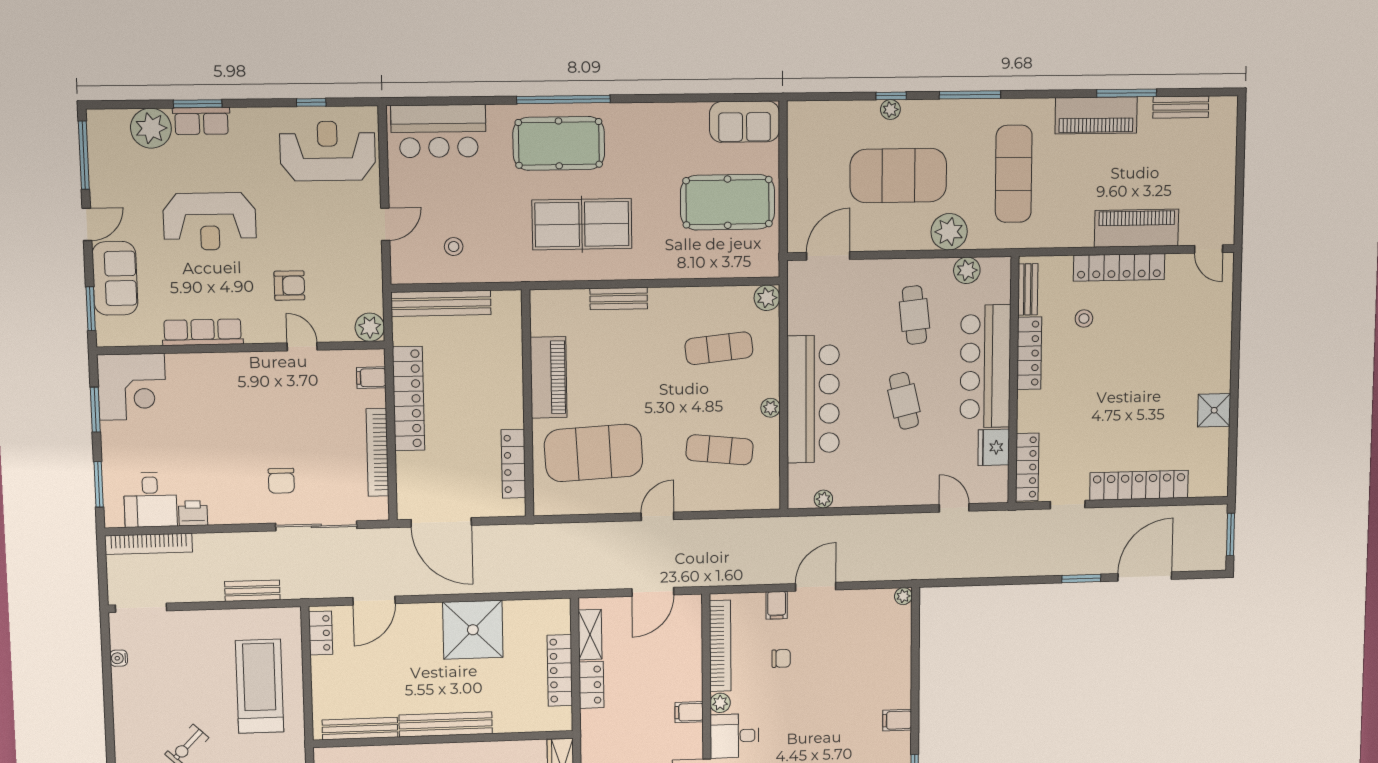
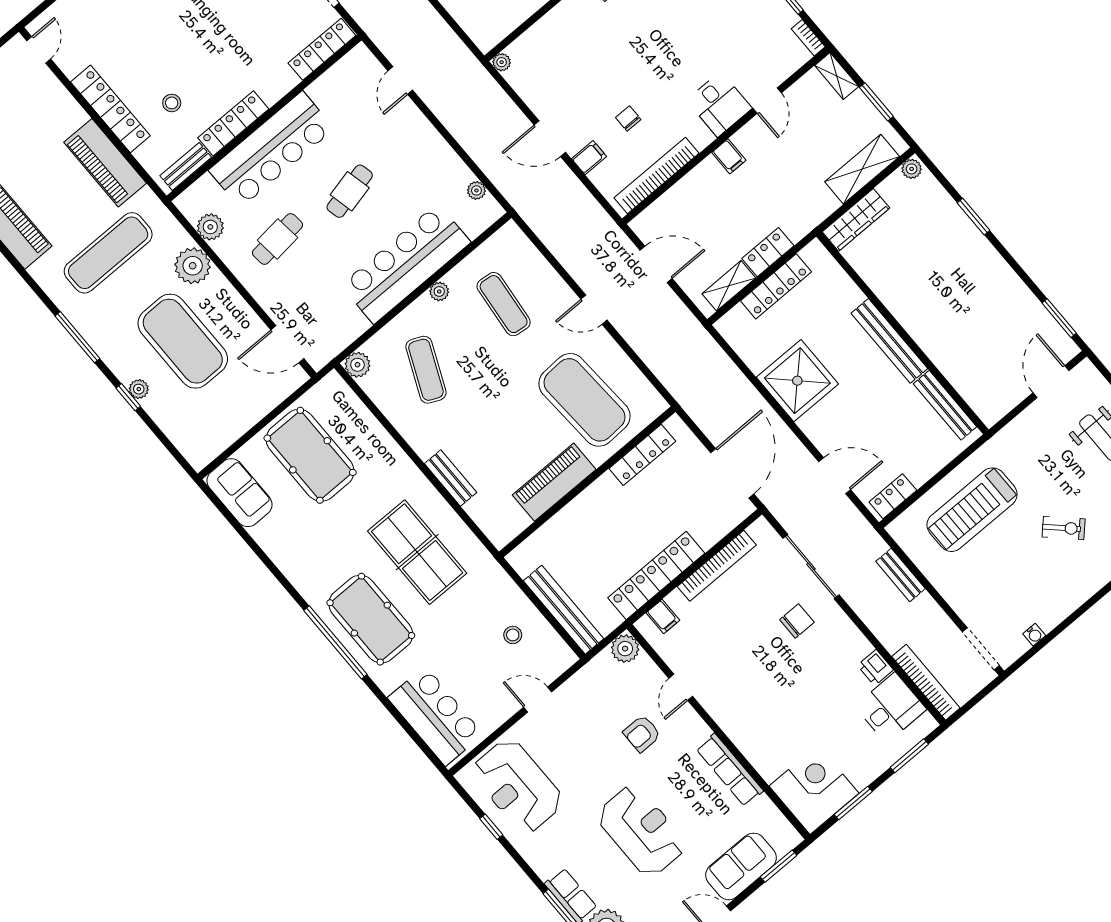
piano: (1137, 228) -> (105, 163), moved
armchair: (289, 286) -> (642, 734), turned -90
exercise mat: (719, 348) -> (426, 370), turned 30
fridge: (994, 447) -> (328, 89), removed
plant: (720, 703) -> (702, 138), removed

